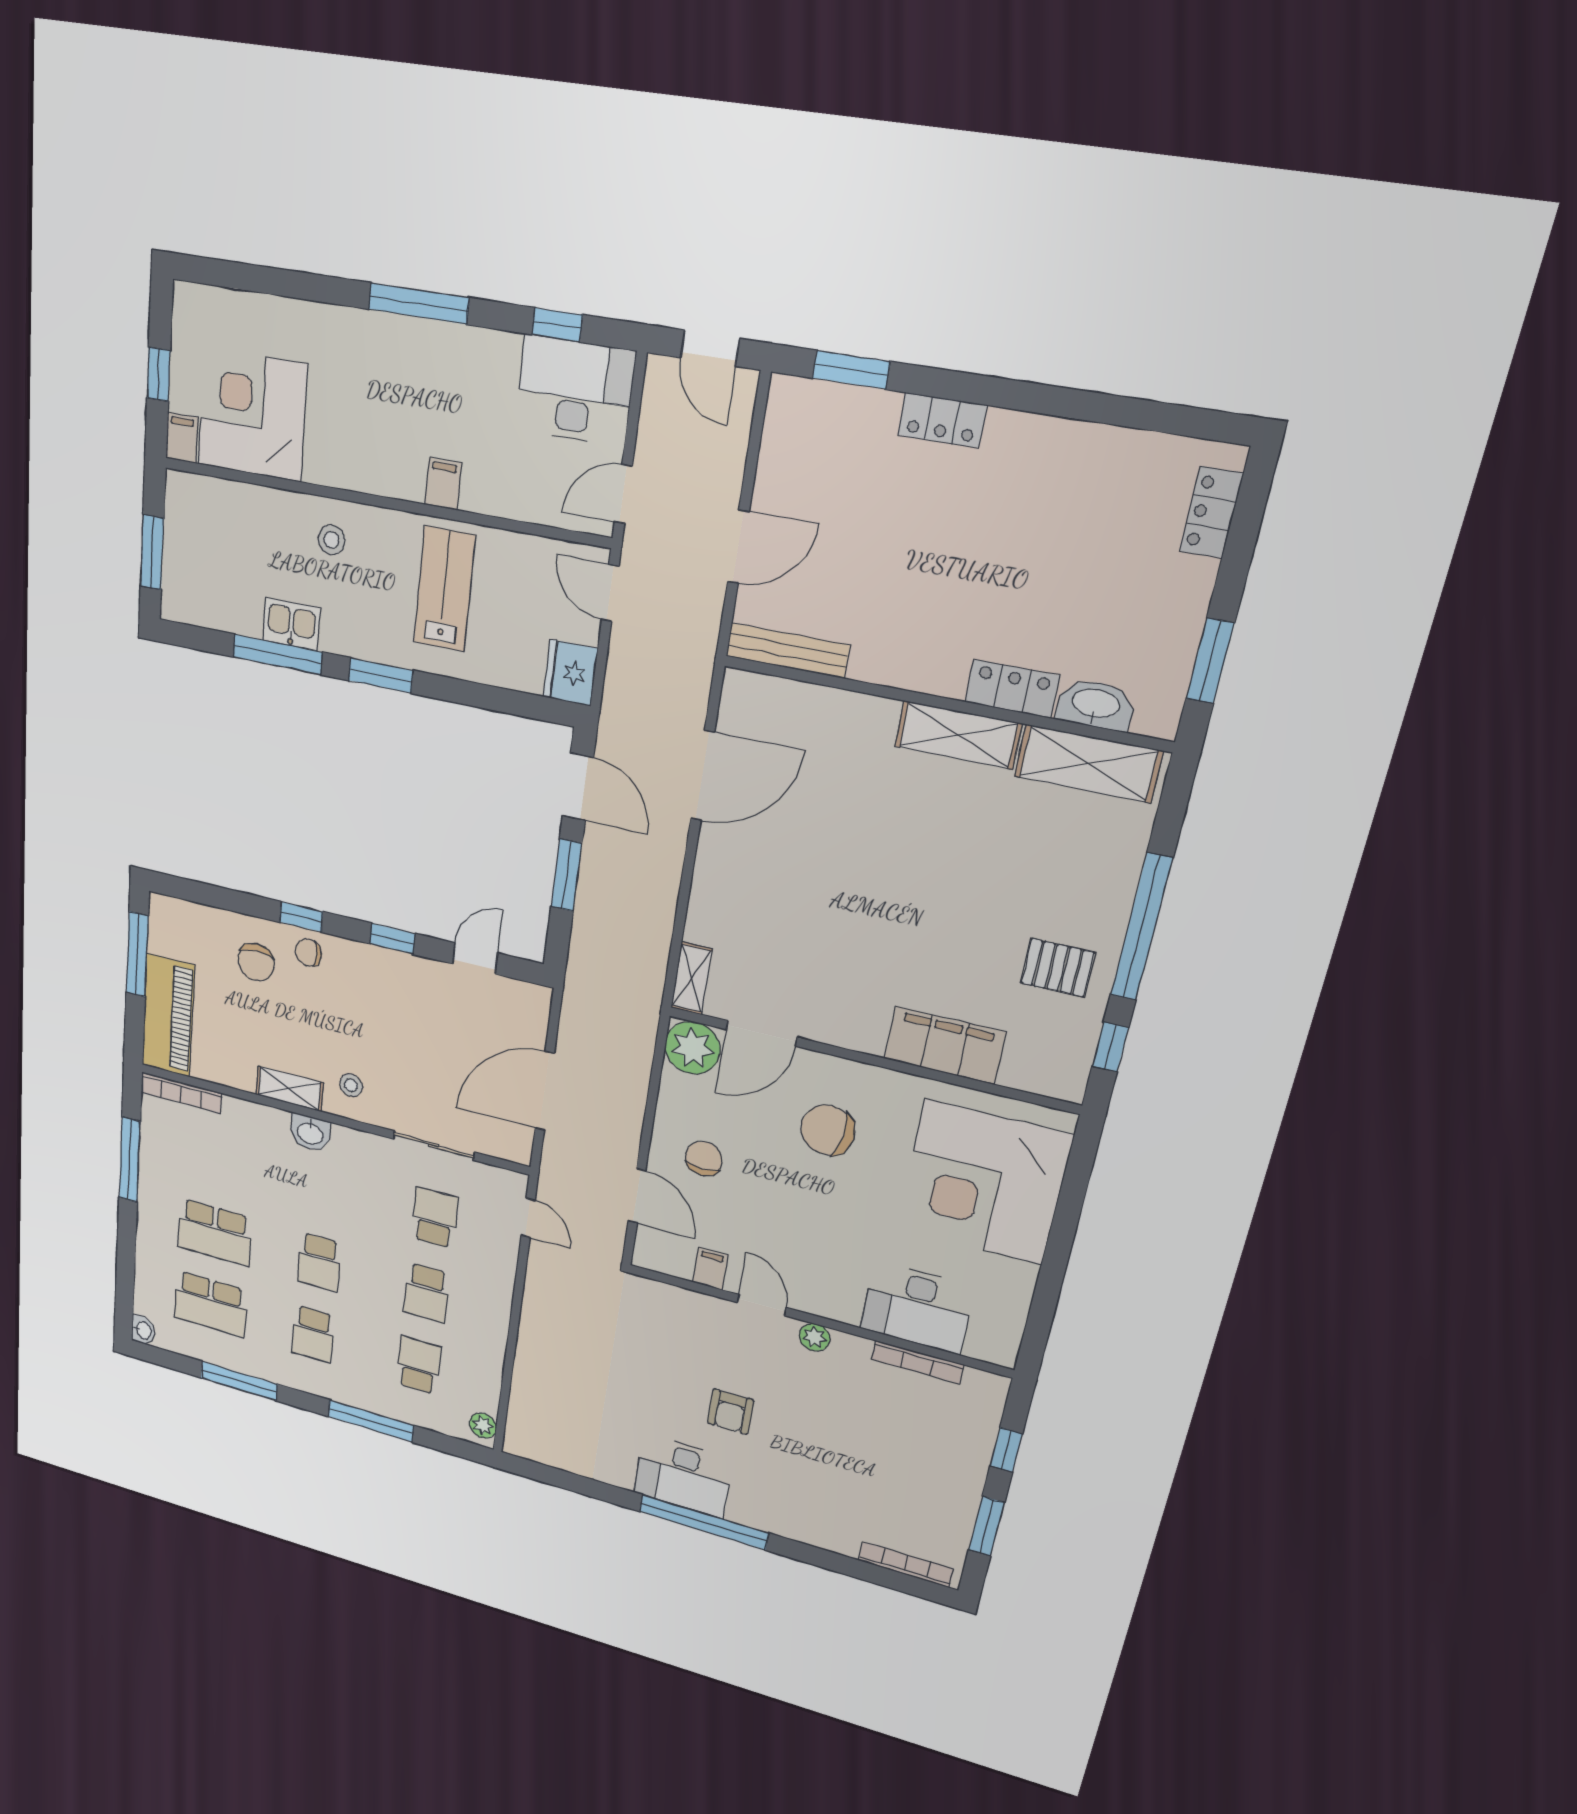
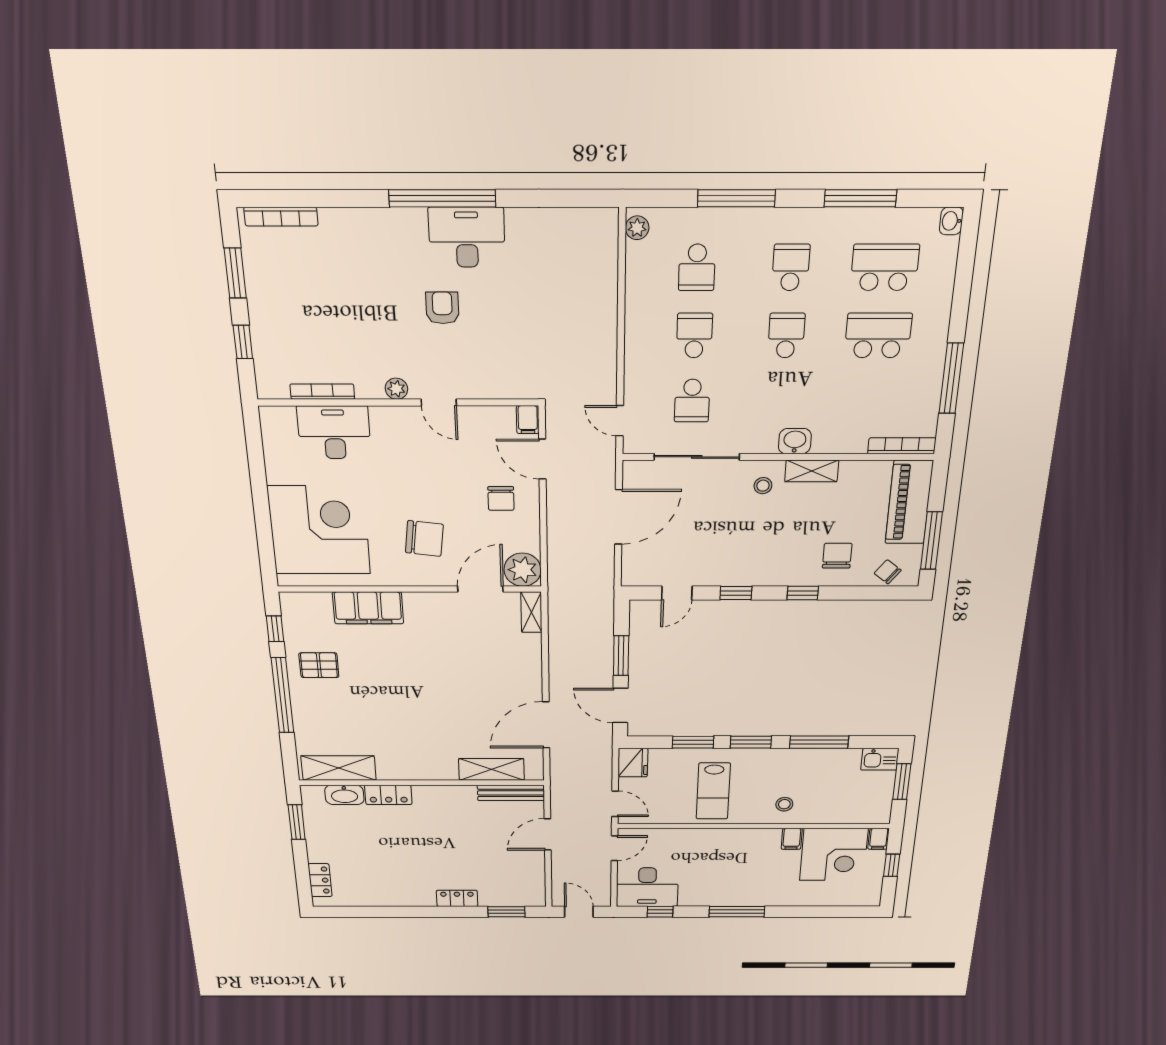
filing cabinet: (443, 484) -> (792, 839), moved
kitchen sink: (291, 624) -> (880, 759), moved
window: (470, 694) -> (693, 742), added
shelving: (958, 735) -> (491, 769), moved
chair: (308, 953) -> (888, 572), moved, turned -142
sliding door: (434, 1145) -> (697, 457), width x1.37
filing cabinet: (710, 1269) -> (528, 420), moved

